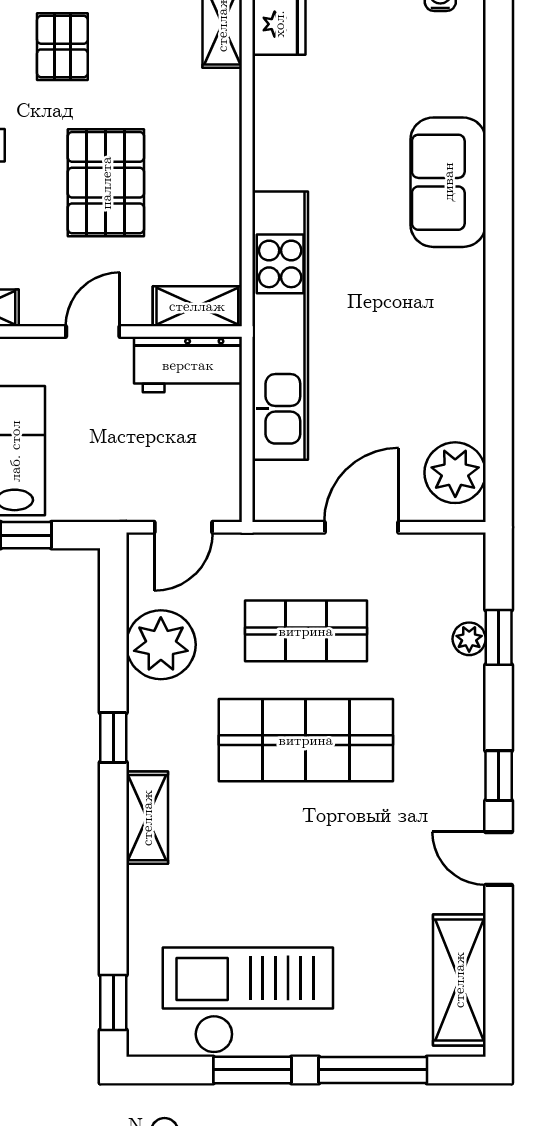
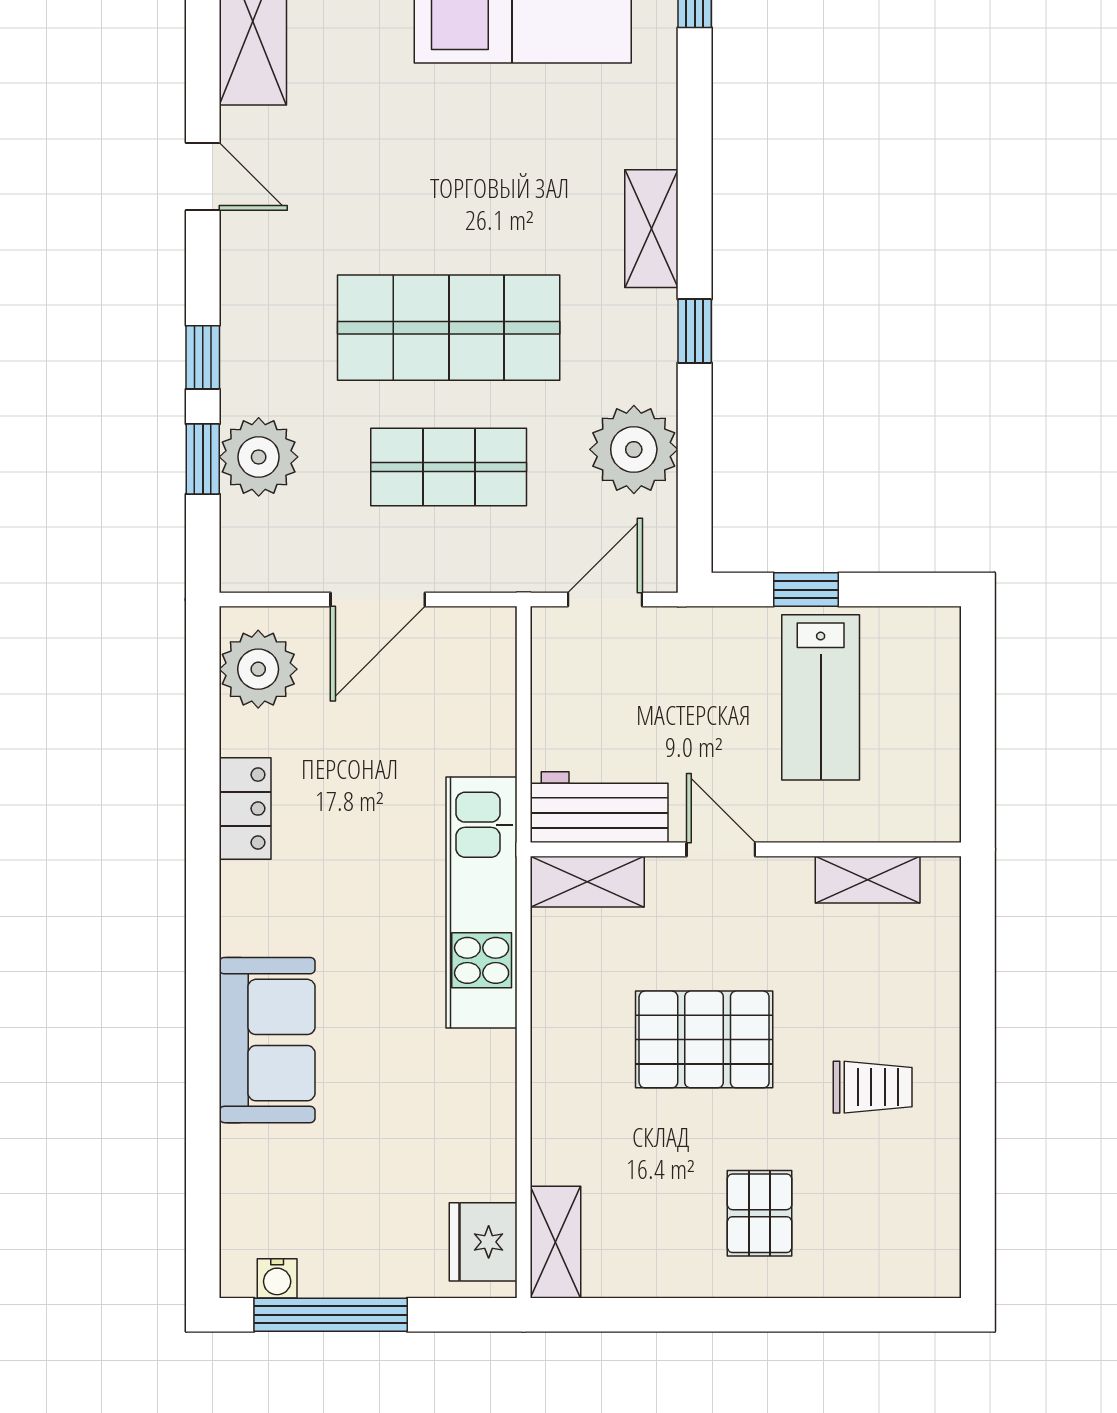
pallet: (106, 183) -> (704, 1039), turned 90
kitchen unit: (280, 326) -> (482, 903), width x0.73
door: (93, 332) -> (721, 849), swing flipped
locker: (465, 364) -> (245, 809), added
plant: (469, 639) -> (259, 457), width x1.88, depth x1.88
window: (499, 776) -> (203, 357), moved

